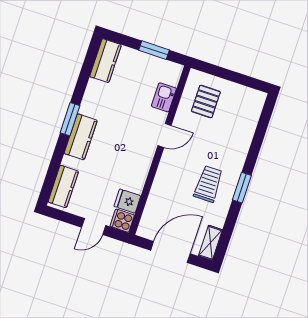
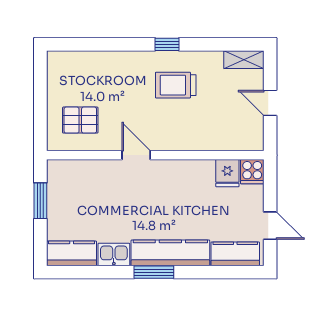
kitchen sink: (164, 97) -> (114, 255), moved, turned 180
kitchen counter: (81, 137) -> (170, 253), width x1.50
window: (242, 188) -> (167, 44), width x0.67
door: (94, 226) -> (270, 226), moved
door: (170, 252) -> (270, 103), width x0.53

